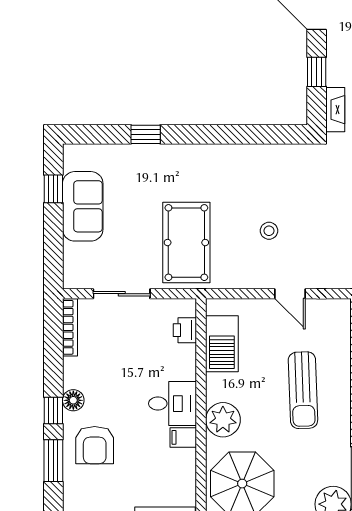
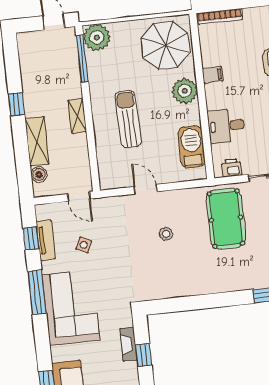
fireplace: (335, 110) -> (129, 344), moved
printer: (185, 330) -> (232, 168), moved, turned -90
desk: (173, 404) -> (226, 126), moved

